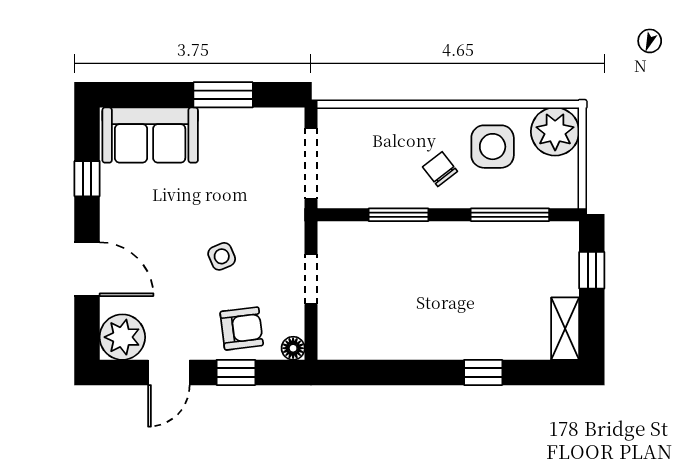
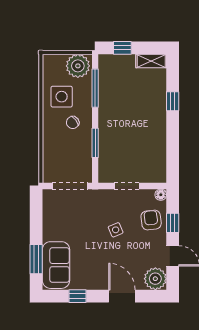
window: (223, 95) -> (36, 259), moved
plant: (555, 132) -> (78, 66), moved
door: (87, 269) -> (122, 296), hinge flipped

